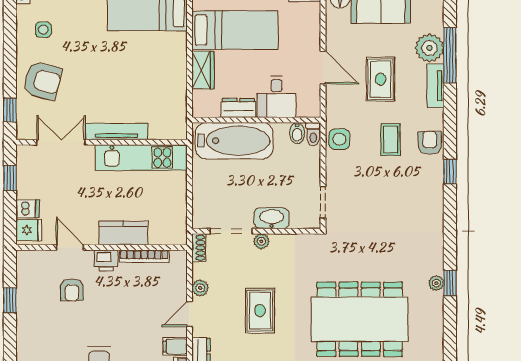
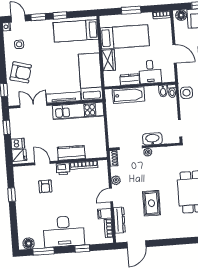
bed: (168, 98) -> (91, 77), added
bathtub: (234, 141) -> (128, 95), width x0.73, depth x0.73
rug: (260, 311) -> (151, 203), moved

